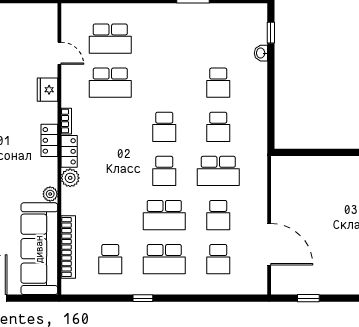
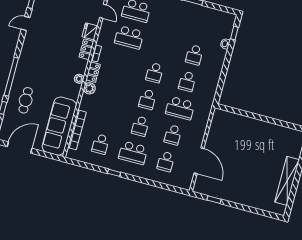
locker: (49, 140) -> (86, 49), moved
plant: (50, 194) -> (79, 79), moved
school desk: (164, 215) -> (140, 126), width x0.54

